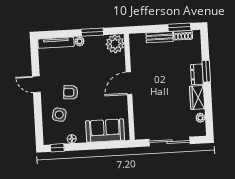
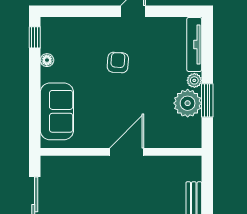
plant: (115, 44) -> (188, 103), moved
door: (129, 83) -> (127, 152), hinge flipped
side table: (59, 115) -> (85, 43), removed

